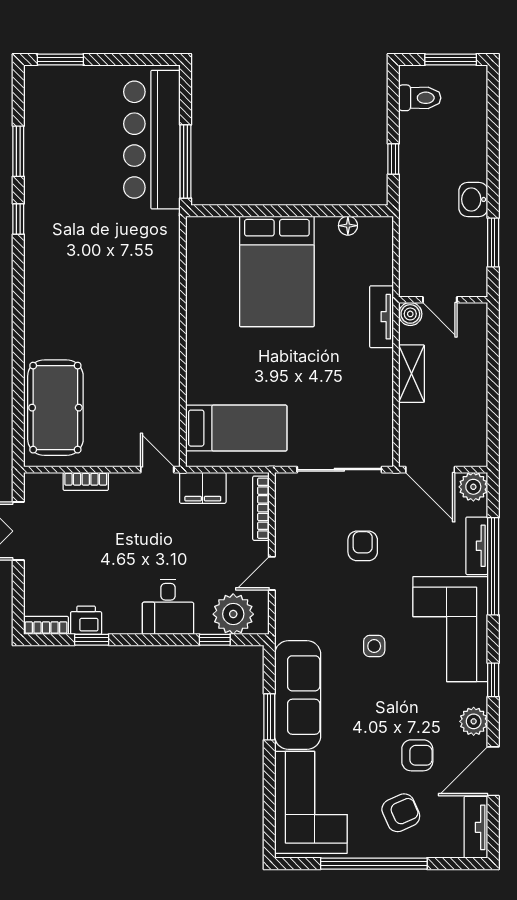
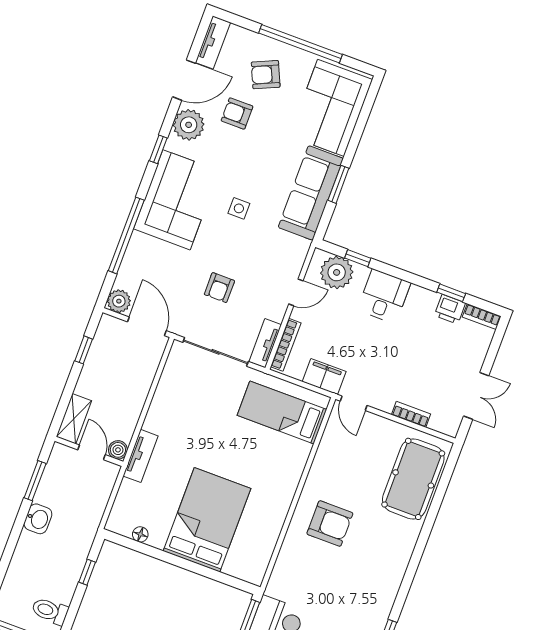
armchair: (133, 320) -> (330, 523), added
shelving: (412, 374) -> (74, 419), moved
window: (493, 415) -> (84, 350), added
tv unit: (477, 546) -> (265, 343), moved, turned 180
plant: (474, 721) -> (189, 125), width x1.36, depth x1.36

